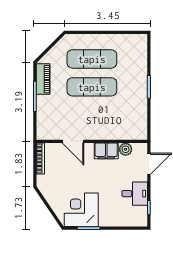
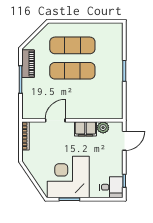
door: (73, 141) -> (55, 120), swing flipped
desk: (135, 194) -> (111, 187), moved
corner desk: (81, 210) -> (68, 177), width x1.36, depth x1.36

